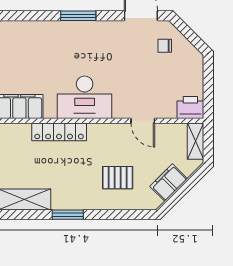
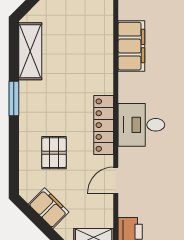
desk: (85, 97) -> (141, 125), width x0.73
locker: (59, 132) -> (104, 125), moved

